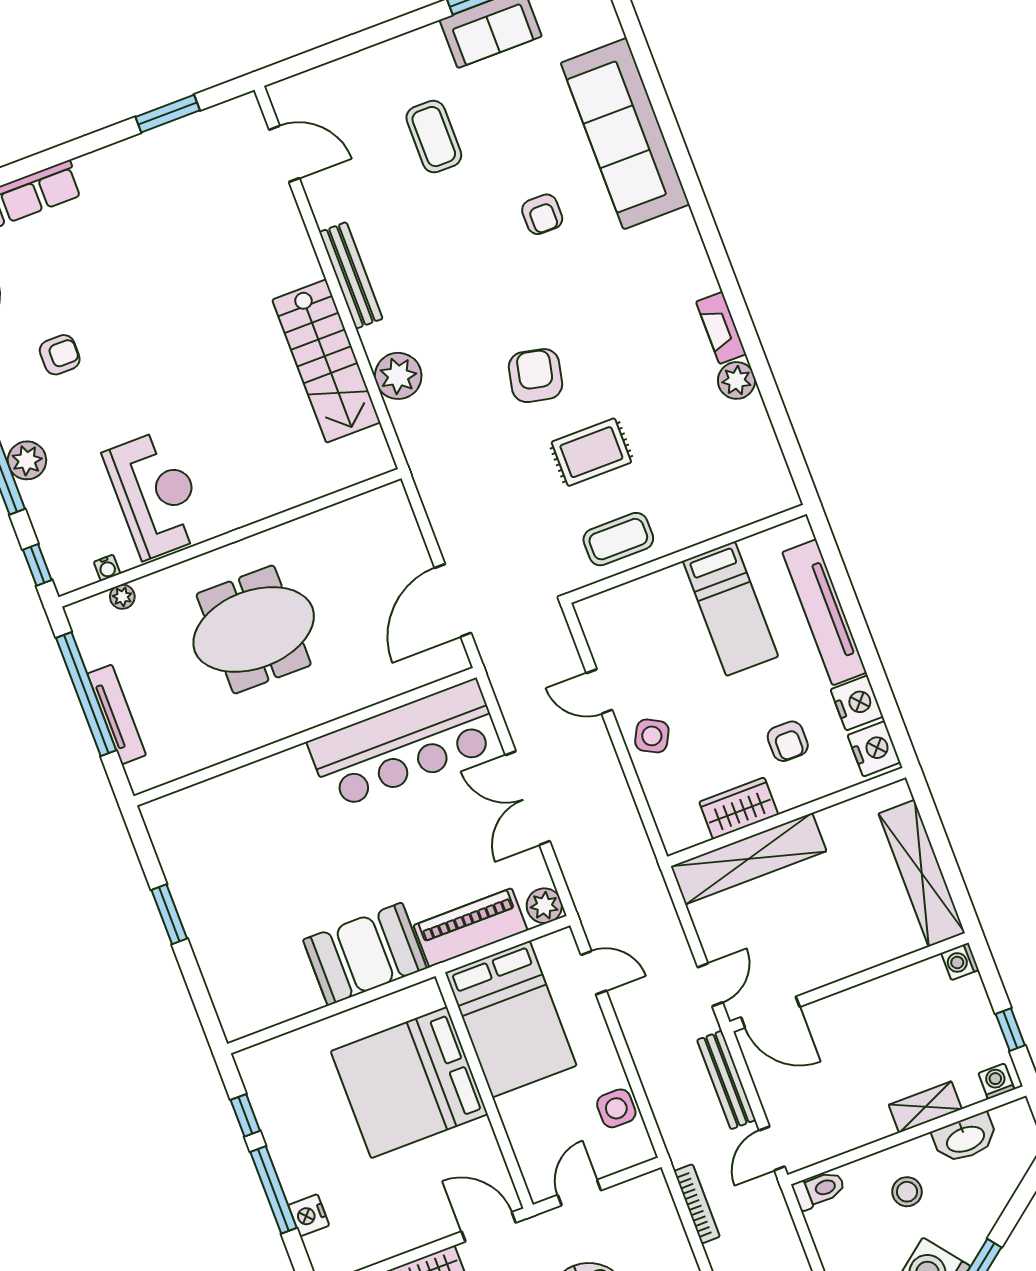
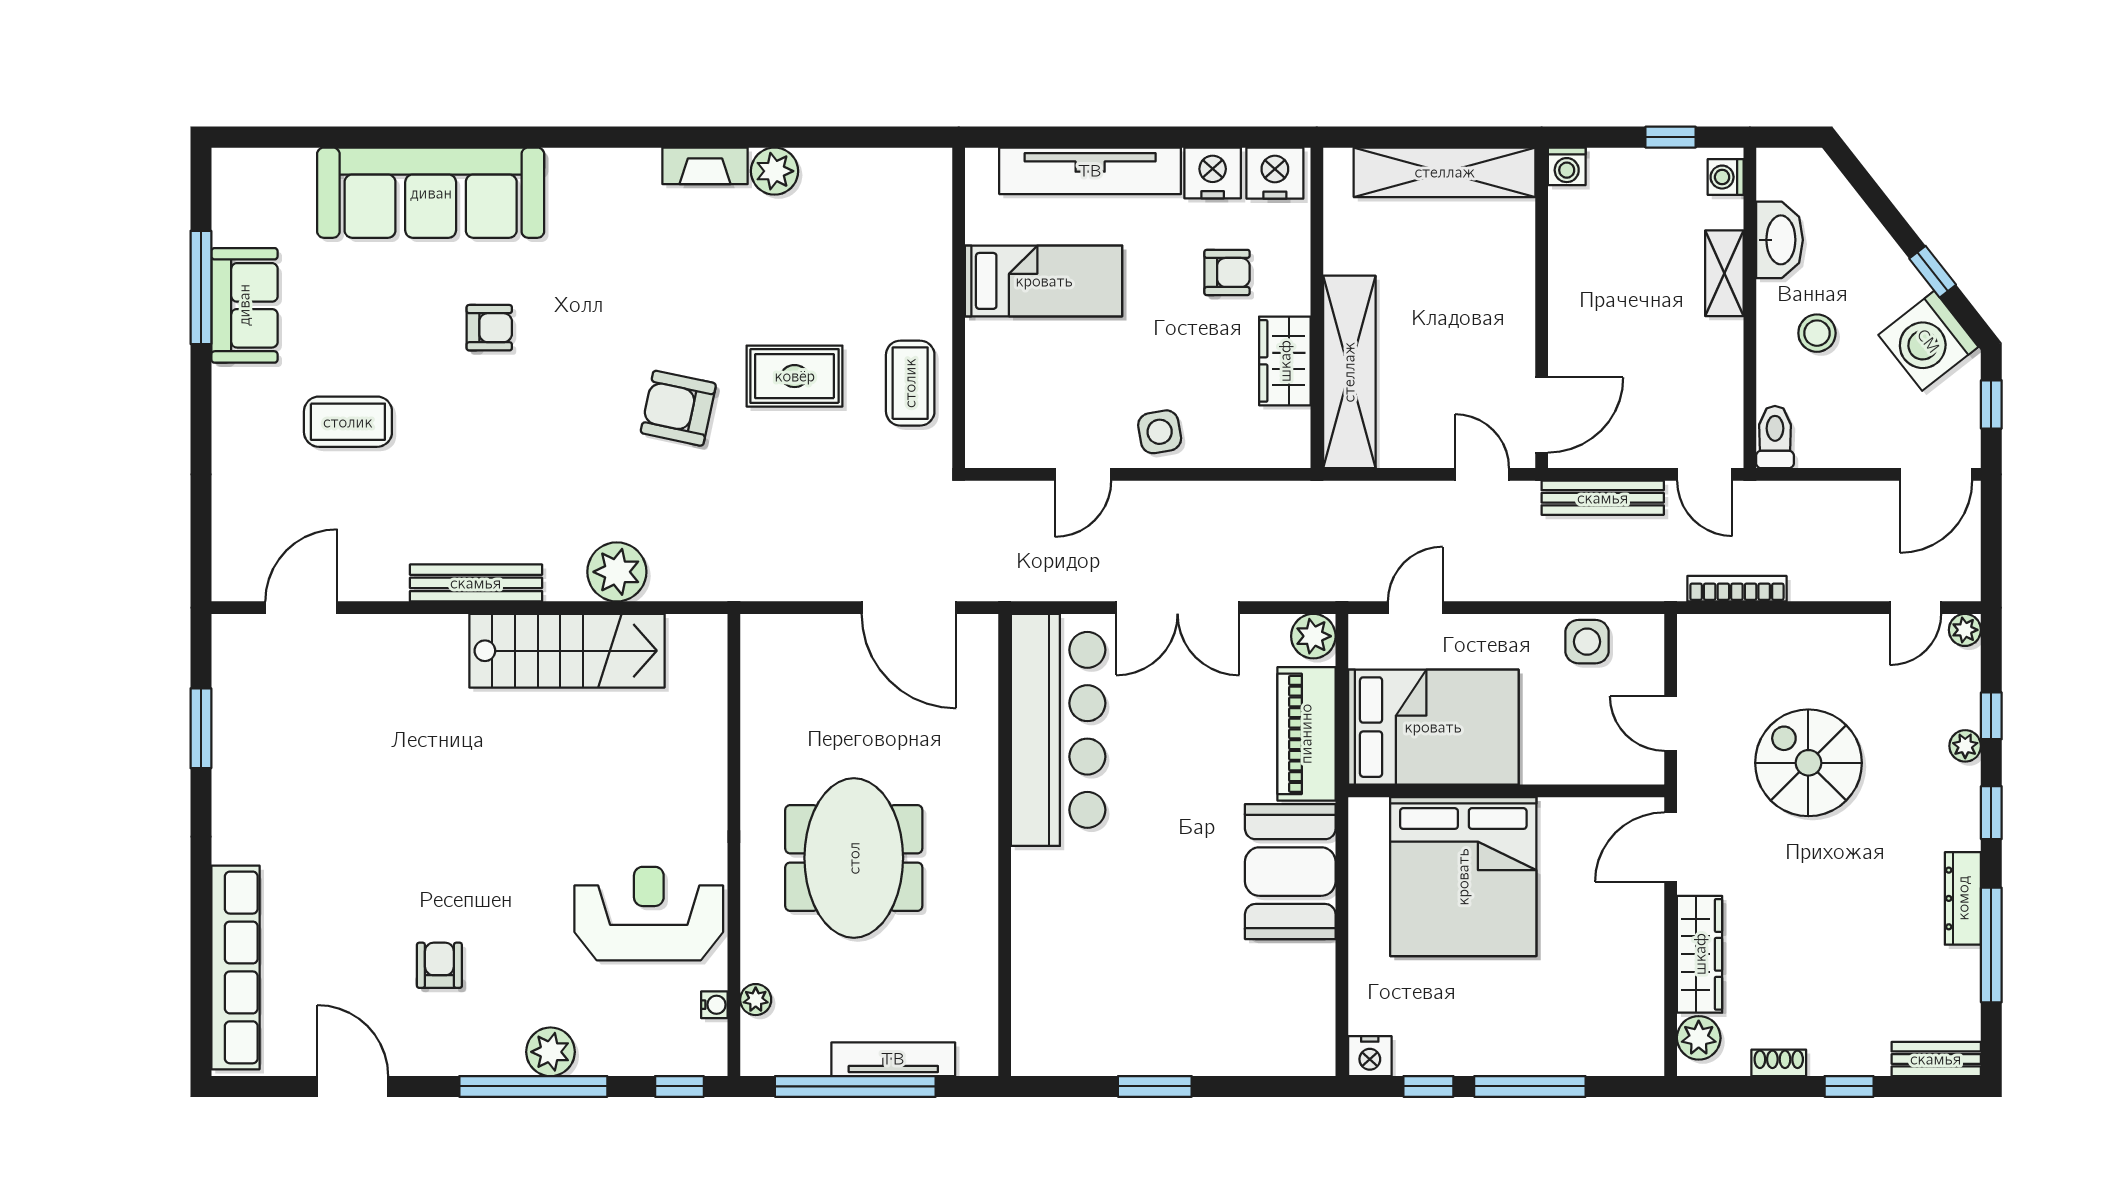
rug: (591, 452) -> (795, 376), turned 90
side table: (652, 736) -> (1160, 432), turned -38
nightstand: (309, 1215) -> (1370, 1056), moved

